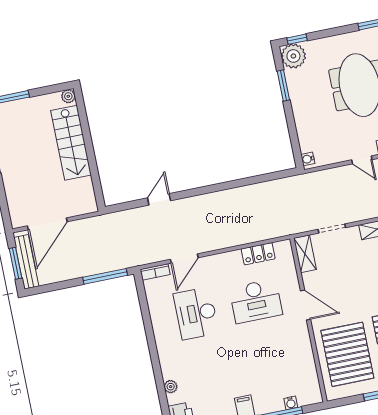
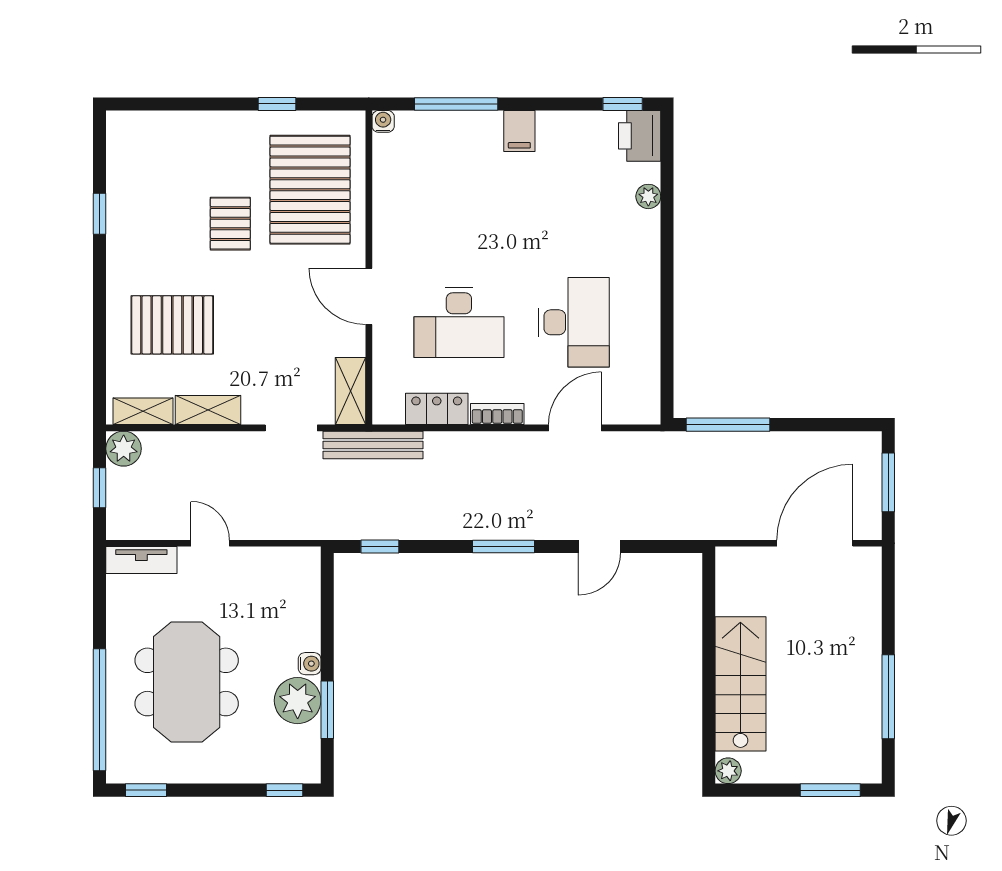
plant: (293, 56) -> (298, 701), moved
water cooler: (308, 159) -> (310, 664), moved
window: (273, 176) -> (380, 546), added
window: (209, 189) -> (503, 546), added
bench: (26, 262) -> (373, 445), moved, turned 90
bookcase: (155, 272) -> (497, 414), moved
desk: (256, 301) -> (459, 322), turned 180
water cooler: (291, 403) -> (383, 121), moved

